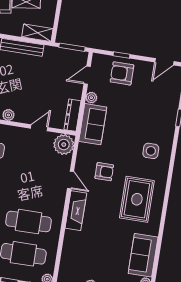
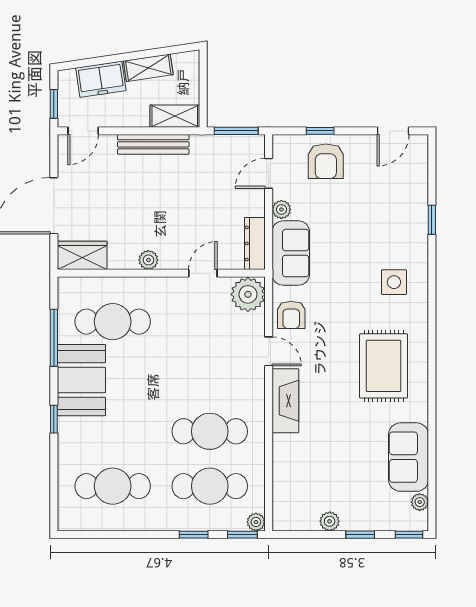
armchair: (122, 73) -> (326, 161), turned -90
armchair: (104, 172) -> (291, 315), moved, turned 90

